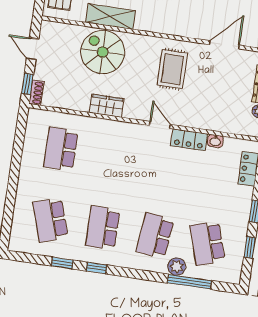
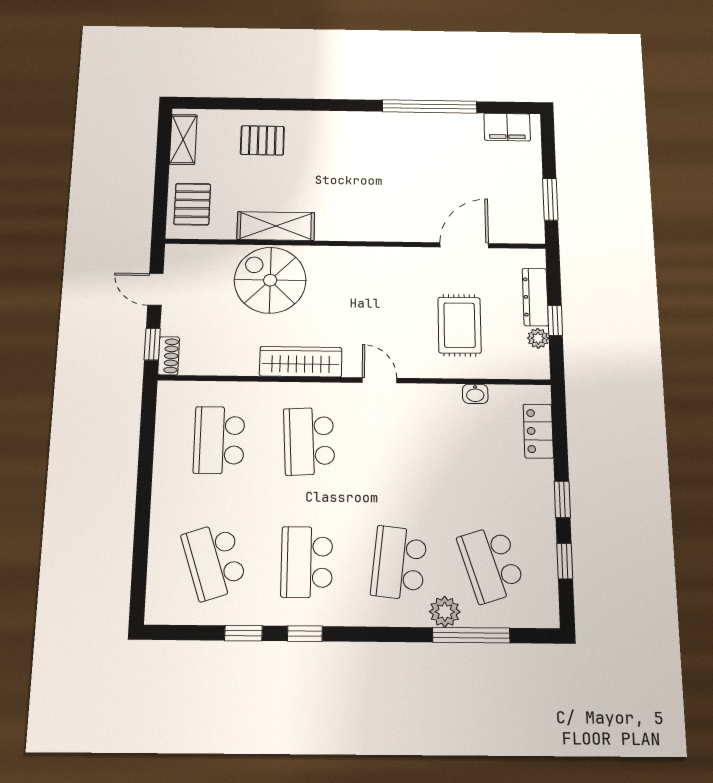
rug: (172, 69) -> (460, 325), moved
wardrobe: (106, 106) -> (301, 362), width x1.50
locker: (189, 140) -> (431, 398), removed
school desk: (113, 157) -> (309, 441), added

